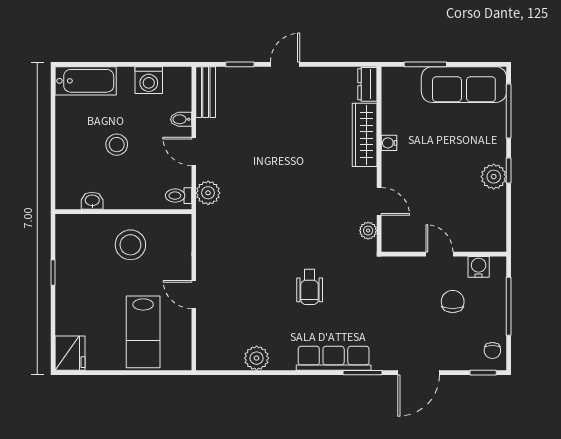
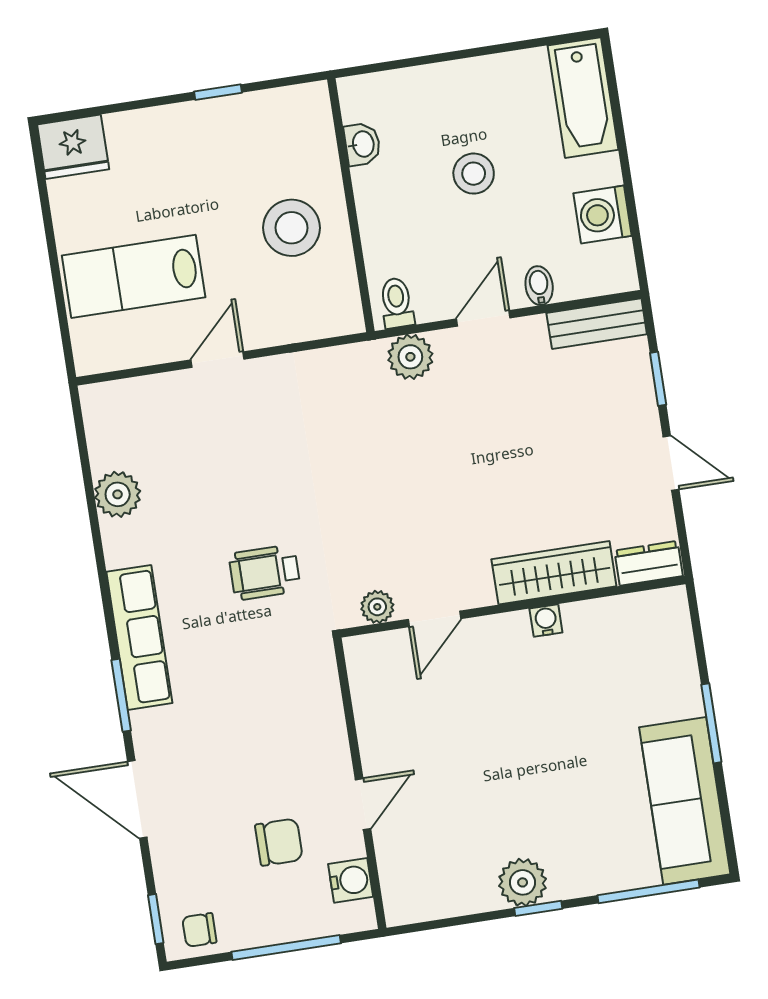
dresser: (367, 84) -> (649, 563), moved
wardrobe: (365, 135) -> (554, 573), moved
water cooler: (389, 143) -> (546, 620), moved
wall: (379, 159) -> (513, 607), moved
door: (379, 201) -> (435, 619), moved
plant: (368, 231) -> (377, 607), moved

